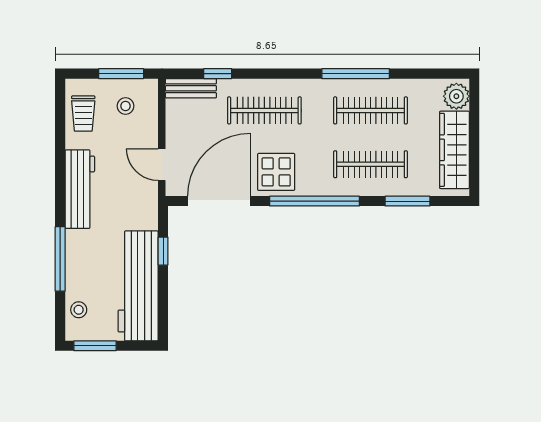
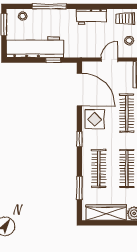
door: (162, 165) -> (109, 60), moved
workbench: (80, 189) -> (91, 17), width x0.73
window: (315, 201) -> (79, 139), width x0.32

